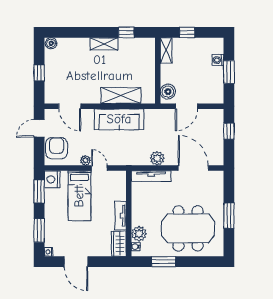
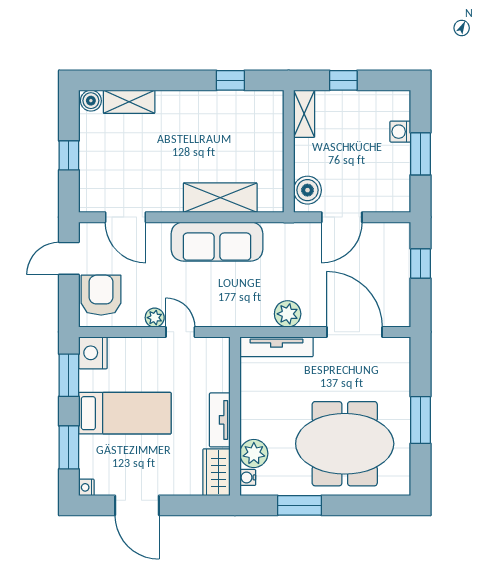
shelving: (104, 44) -> (129, 102), moved
bed: (79, 196) -> (125, 413), moved, turned -90

